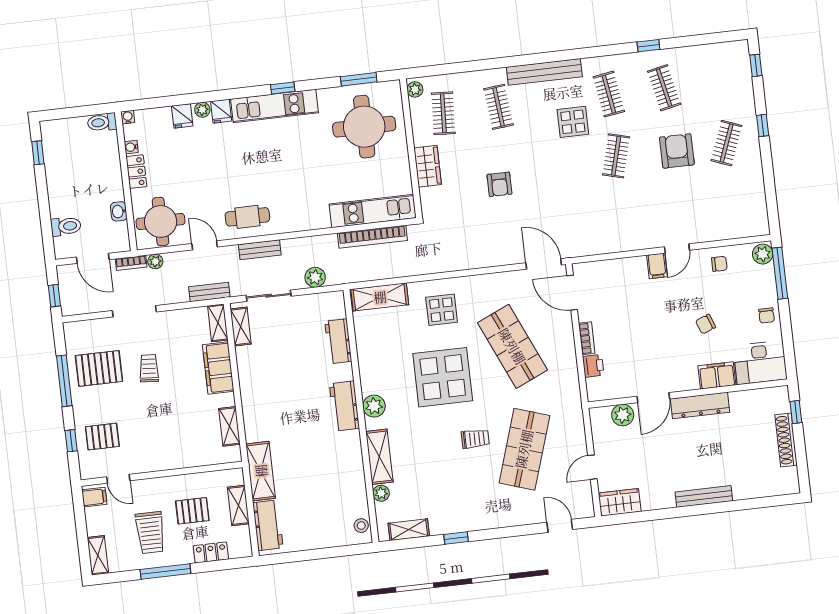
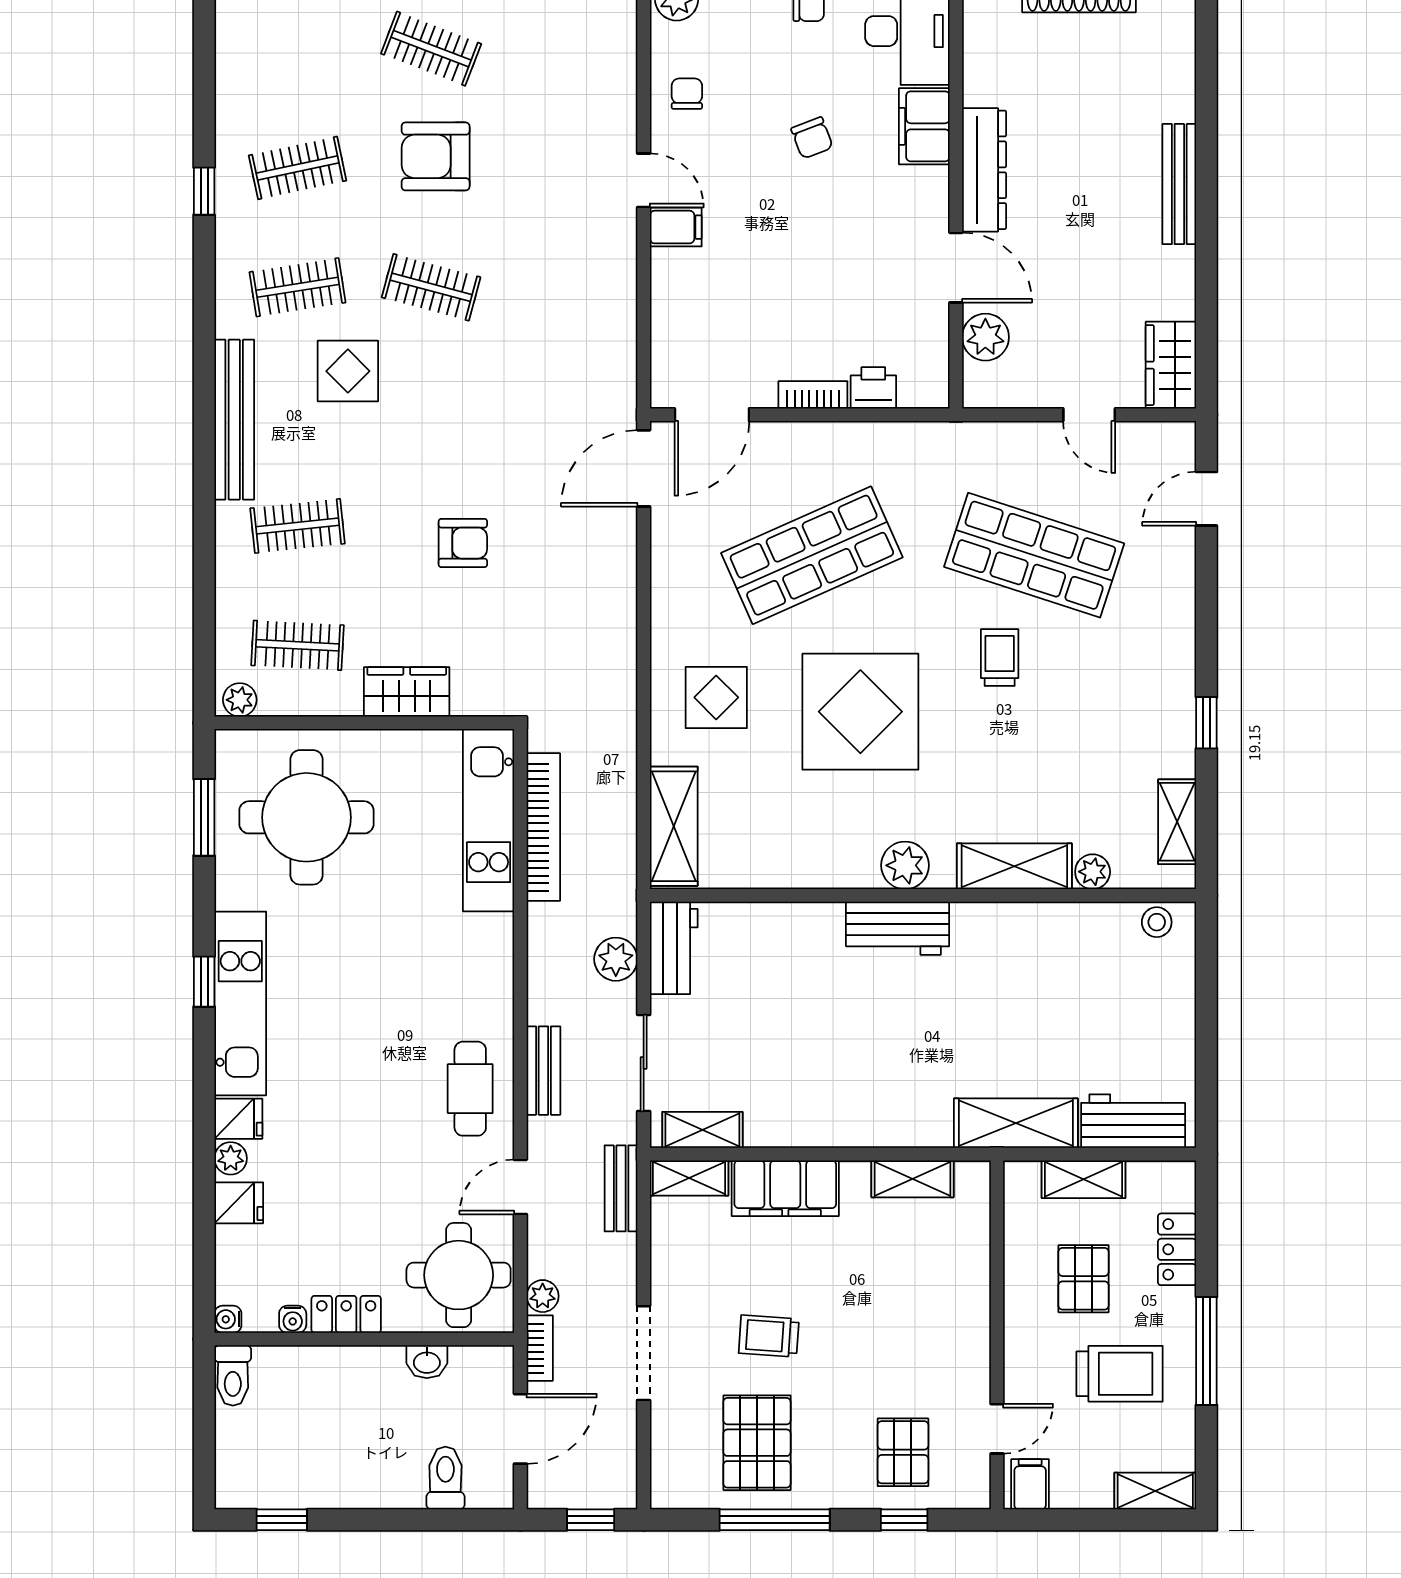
workbench: (338, 341) -> (674, 948), moved, turned -90

